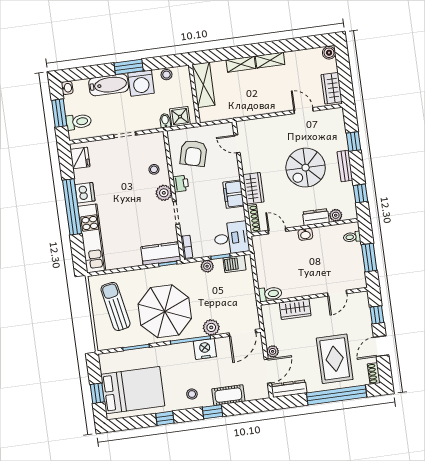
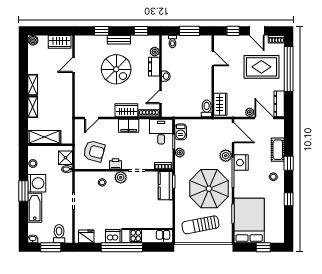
wardrobe: (295, 309) -> (220, 104), moved
bed: (133, 390) -> (249, 220), moved

